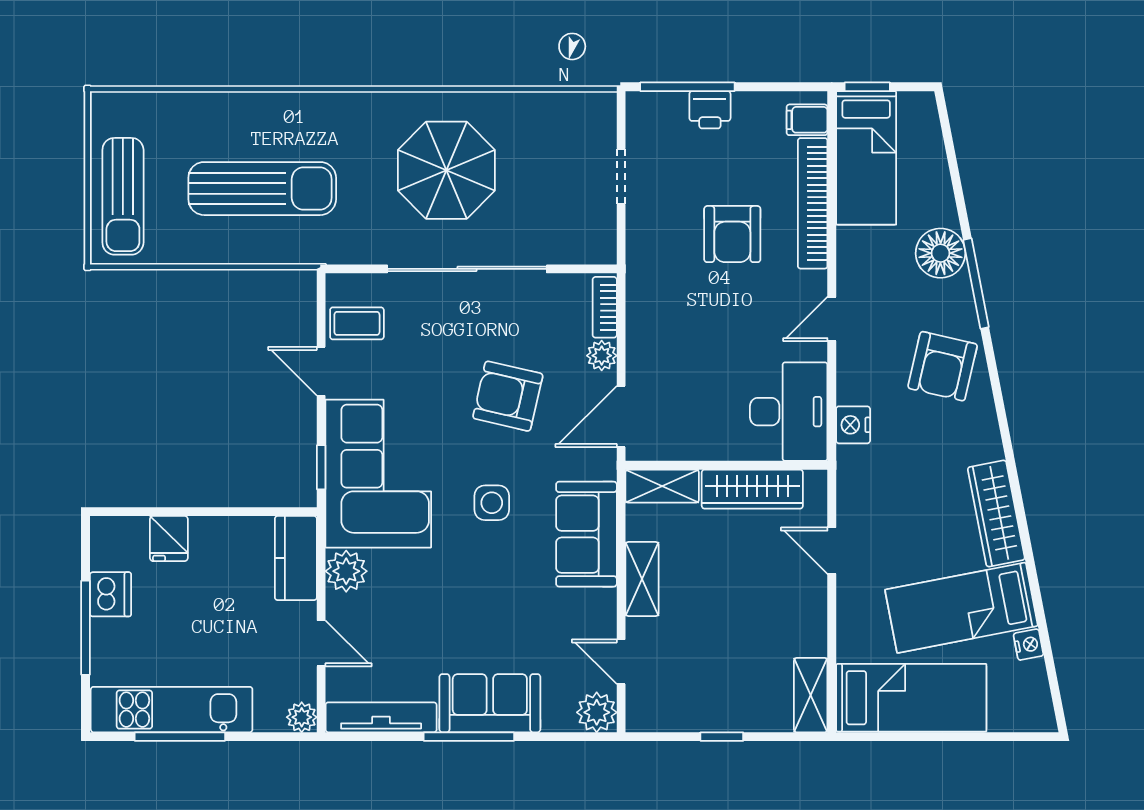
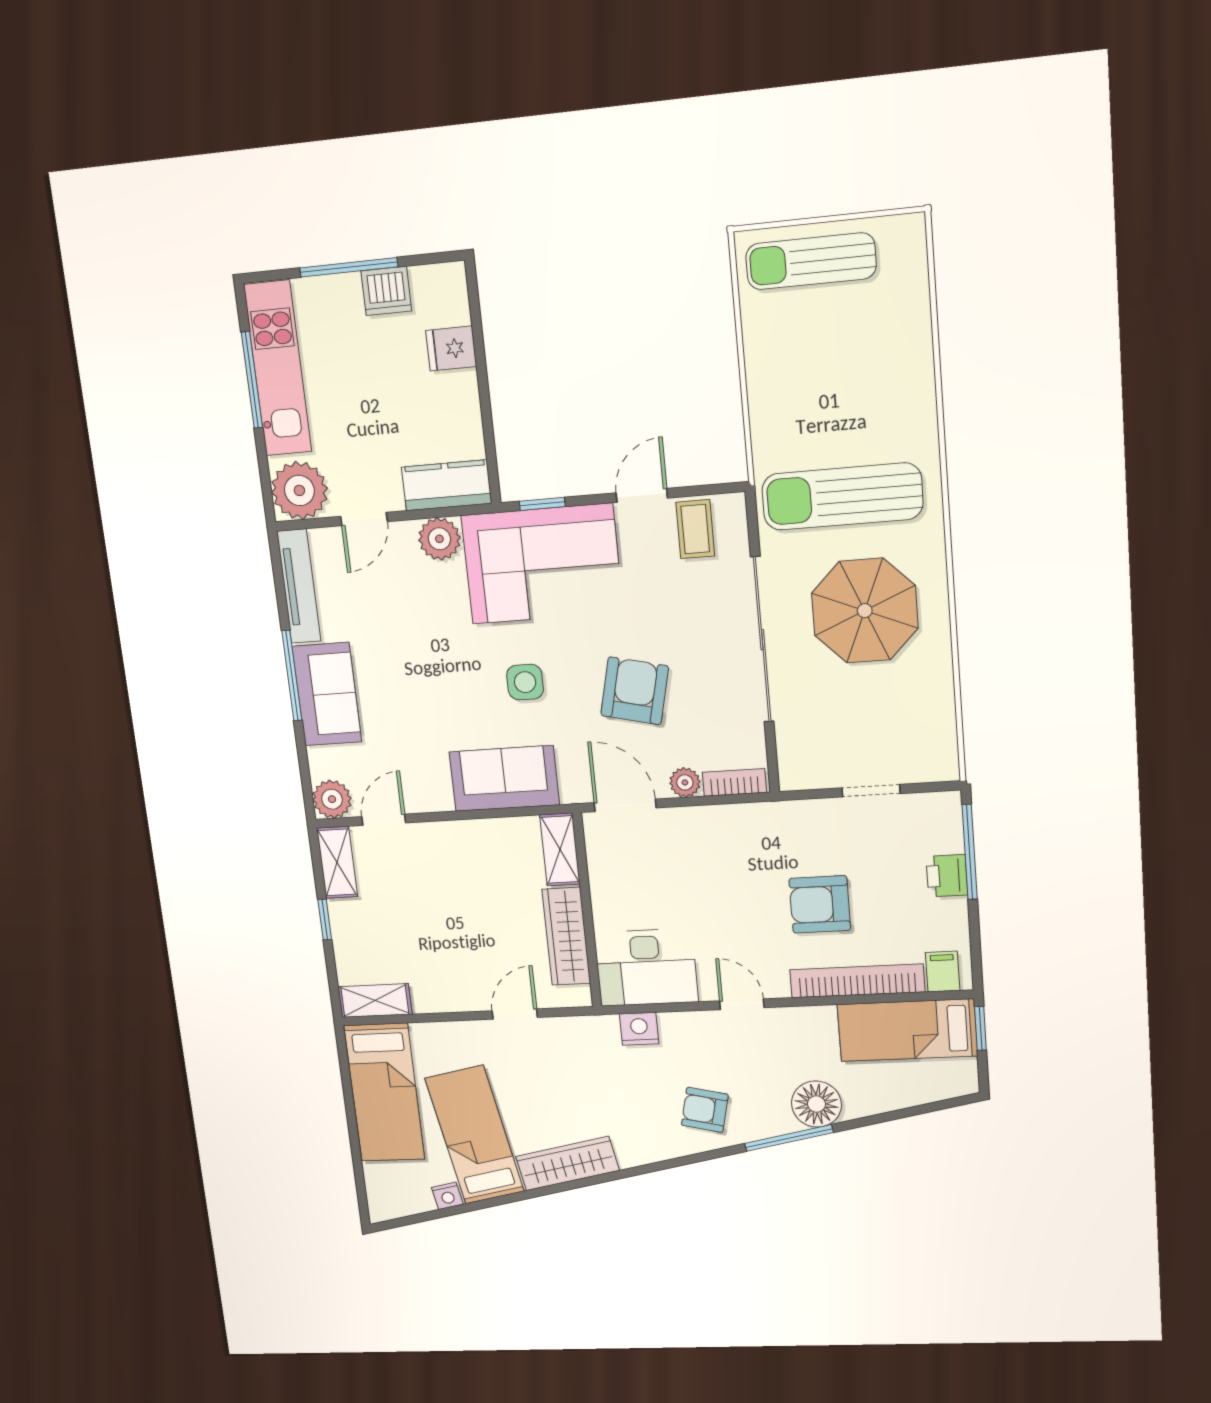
sun lounger: (262, 189) -> (842, 497), moved, turned 90
armchair: (943, 366) -> (705, 1110), width x0.72, depth x0.72
shelving: (642, 579) -> (337, 862), moved, turned 90
plant: (302, 717) -> (299, 490), width x1.87, depth x1.87

